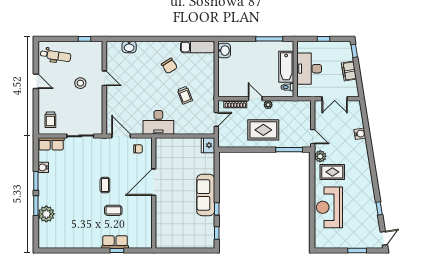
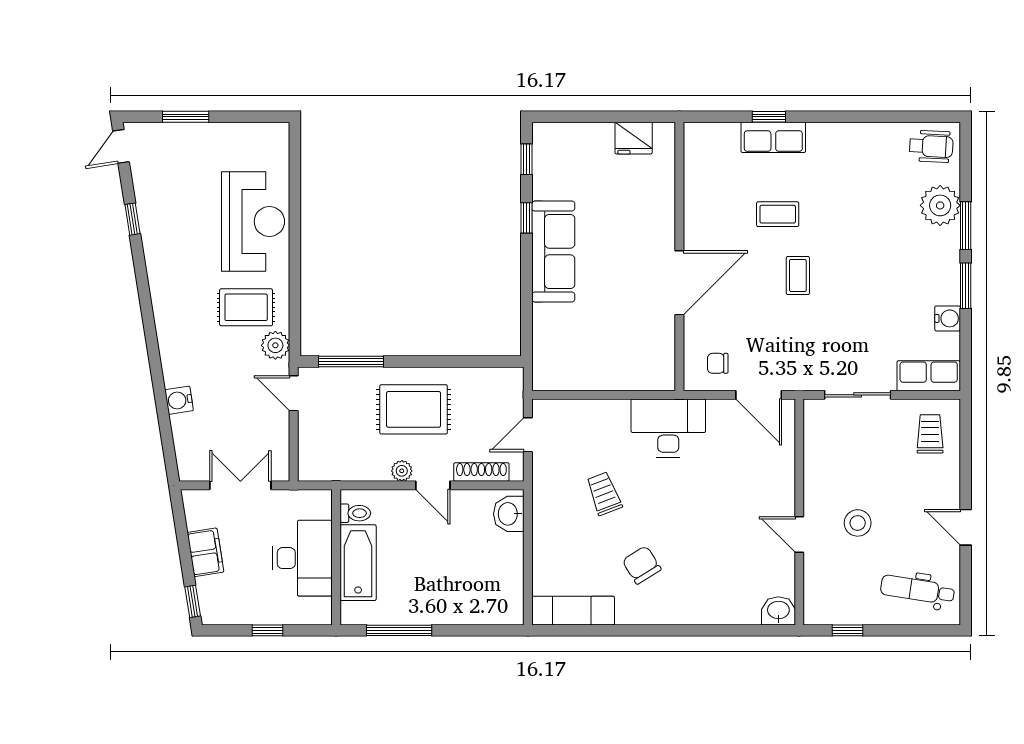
washbasin: (129, 47) -> (778, 611), moved
washbasin: (224, 51) -> (509, 514), moved
fridge: (208, 145) -> (634, 138), moved, turned 90
wheelchair: (50, 238) -> (931, 146), added

